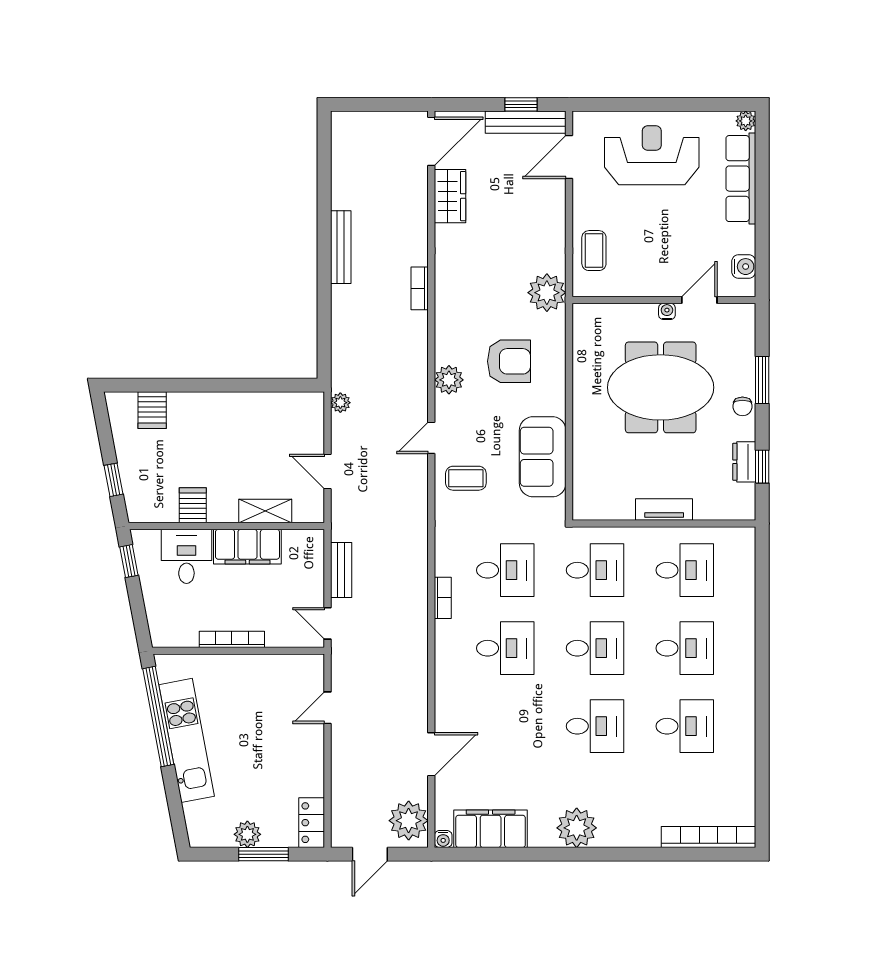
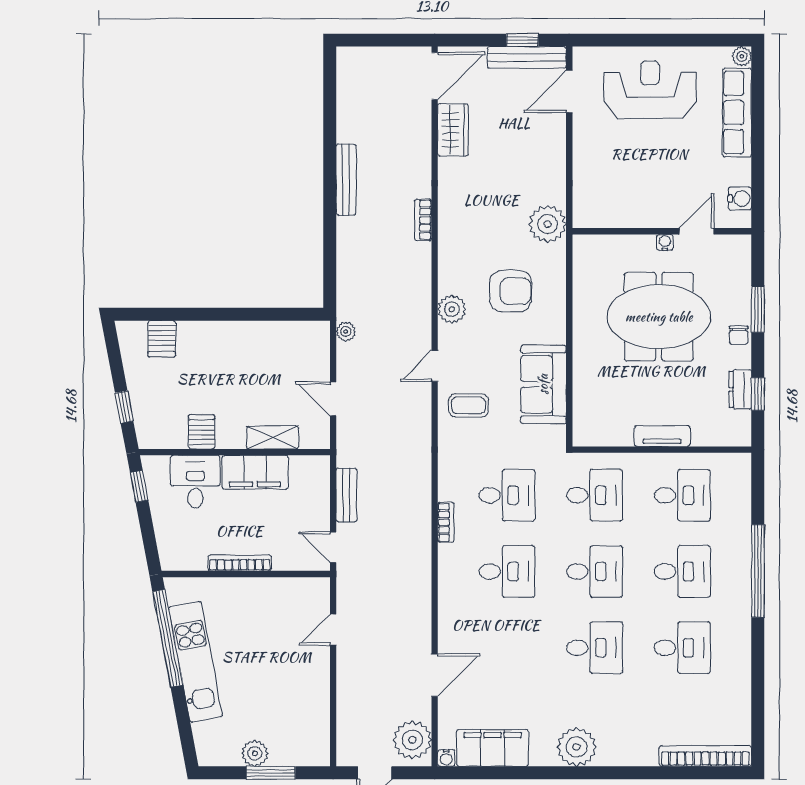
coffee table: (594, 251) -> (594, 183), removed
window: (762, 648) -> (758, 571), added
locker: (312, 823) -> (318, 742), removed

